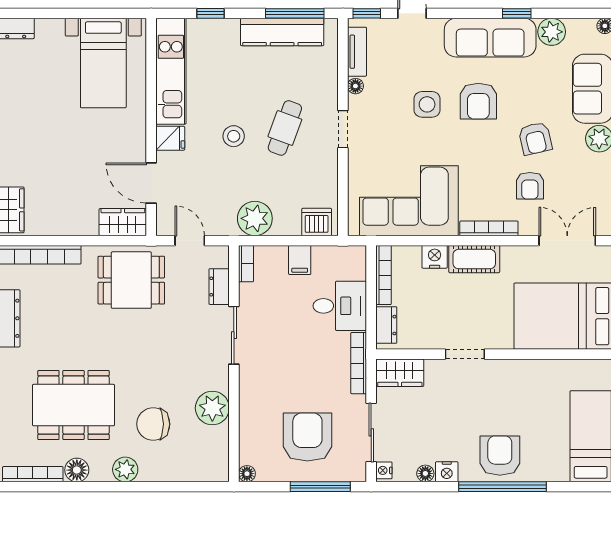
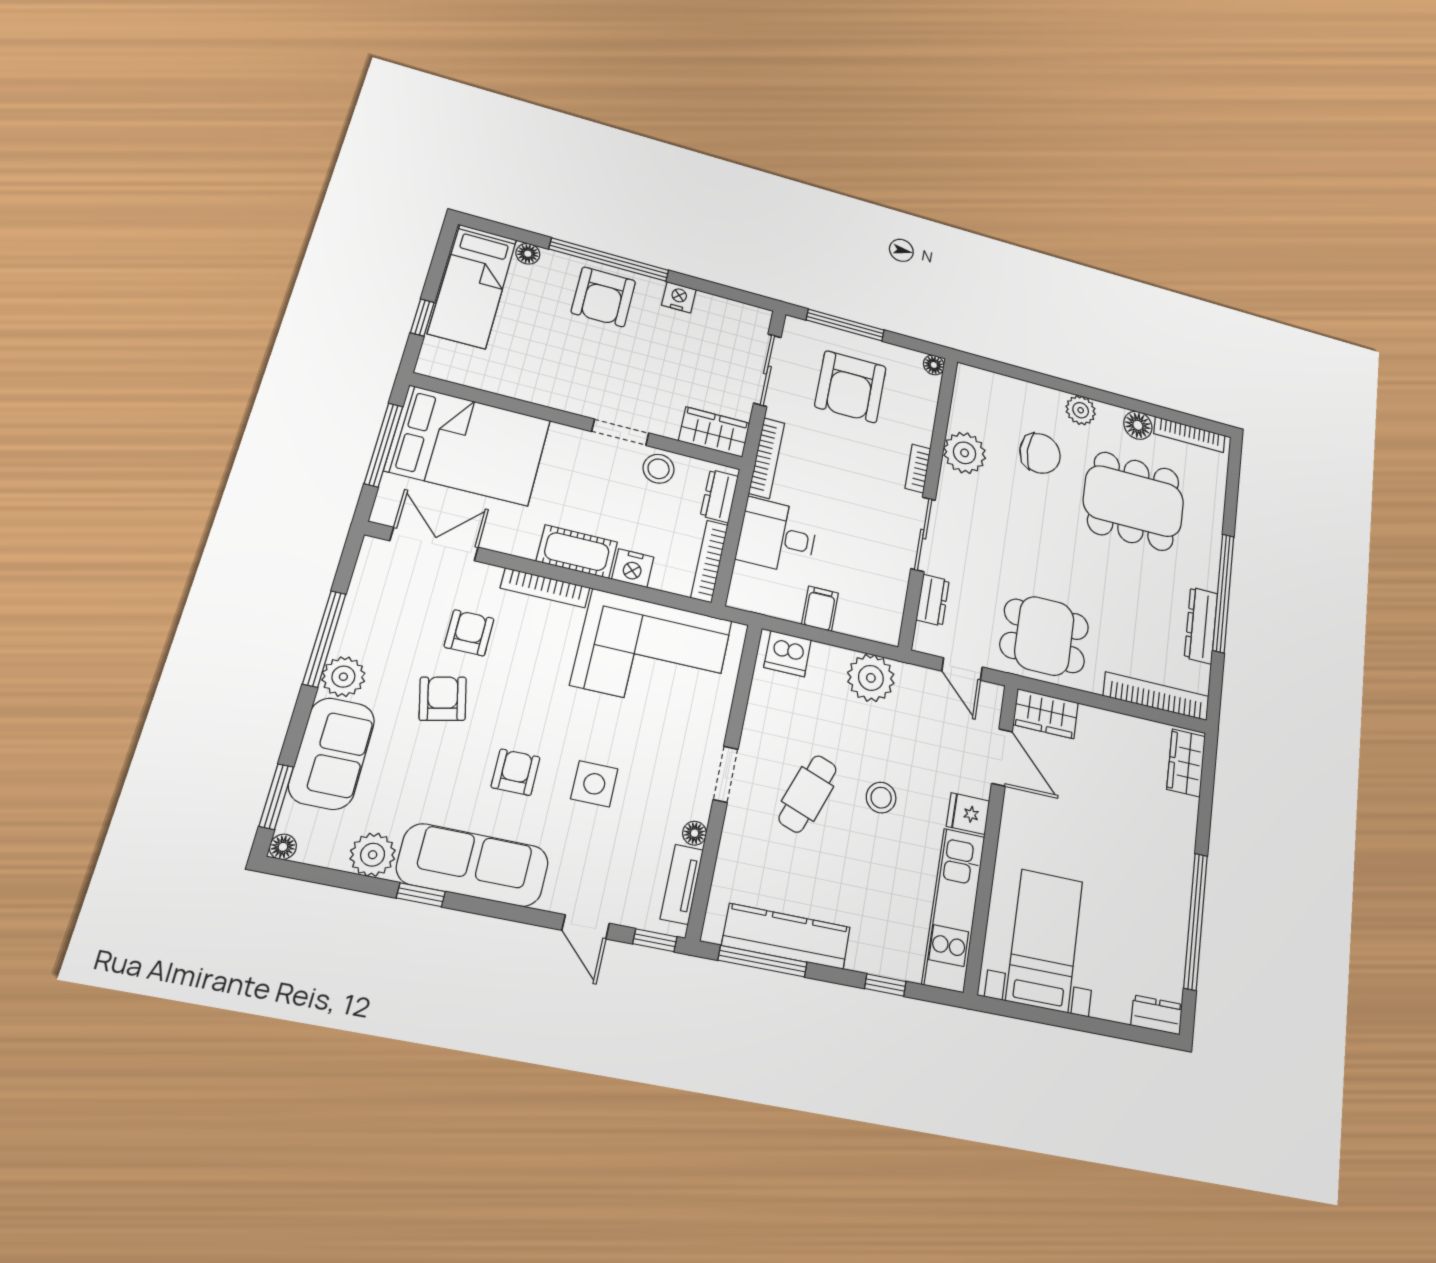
armchair: (478, 101) -> (516, 772), width x0.72, depth x0.72
double door: (567, 241) -> (434, 544), swing flipped
bookcase: (246, 264) -> (918, 468), moved
stool: (433, 334) -> (659, 469), added
nightstand: (384, 470) -> (760, 321), removed
floor lamp: (425, 473) -> (528, 254), moved

